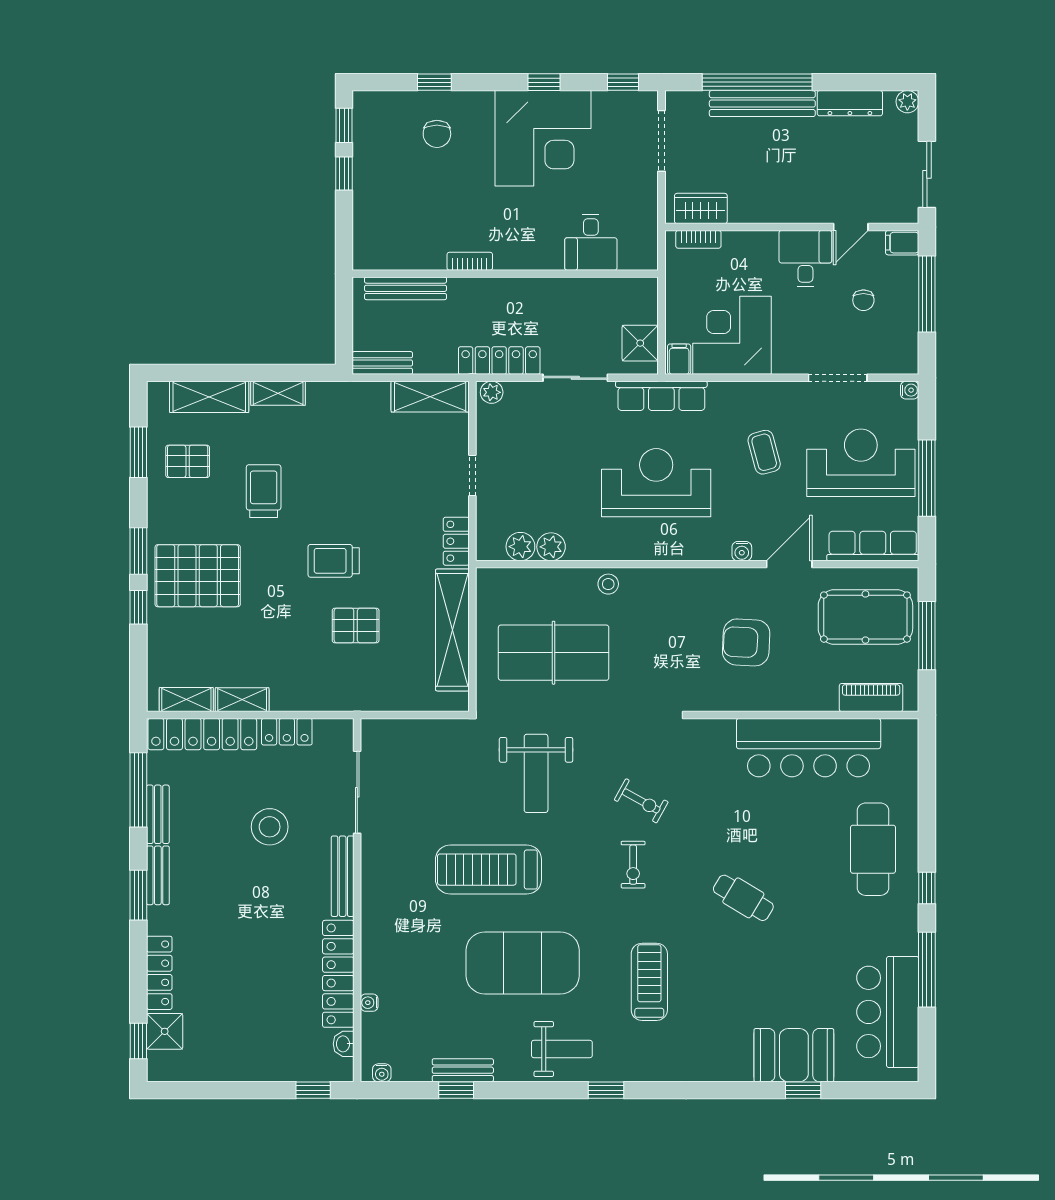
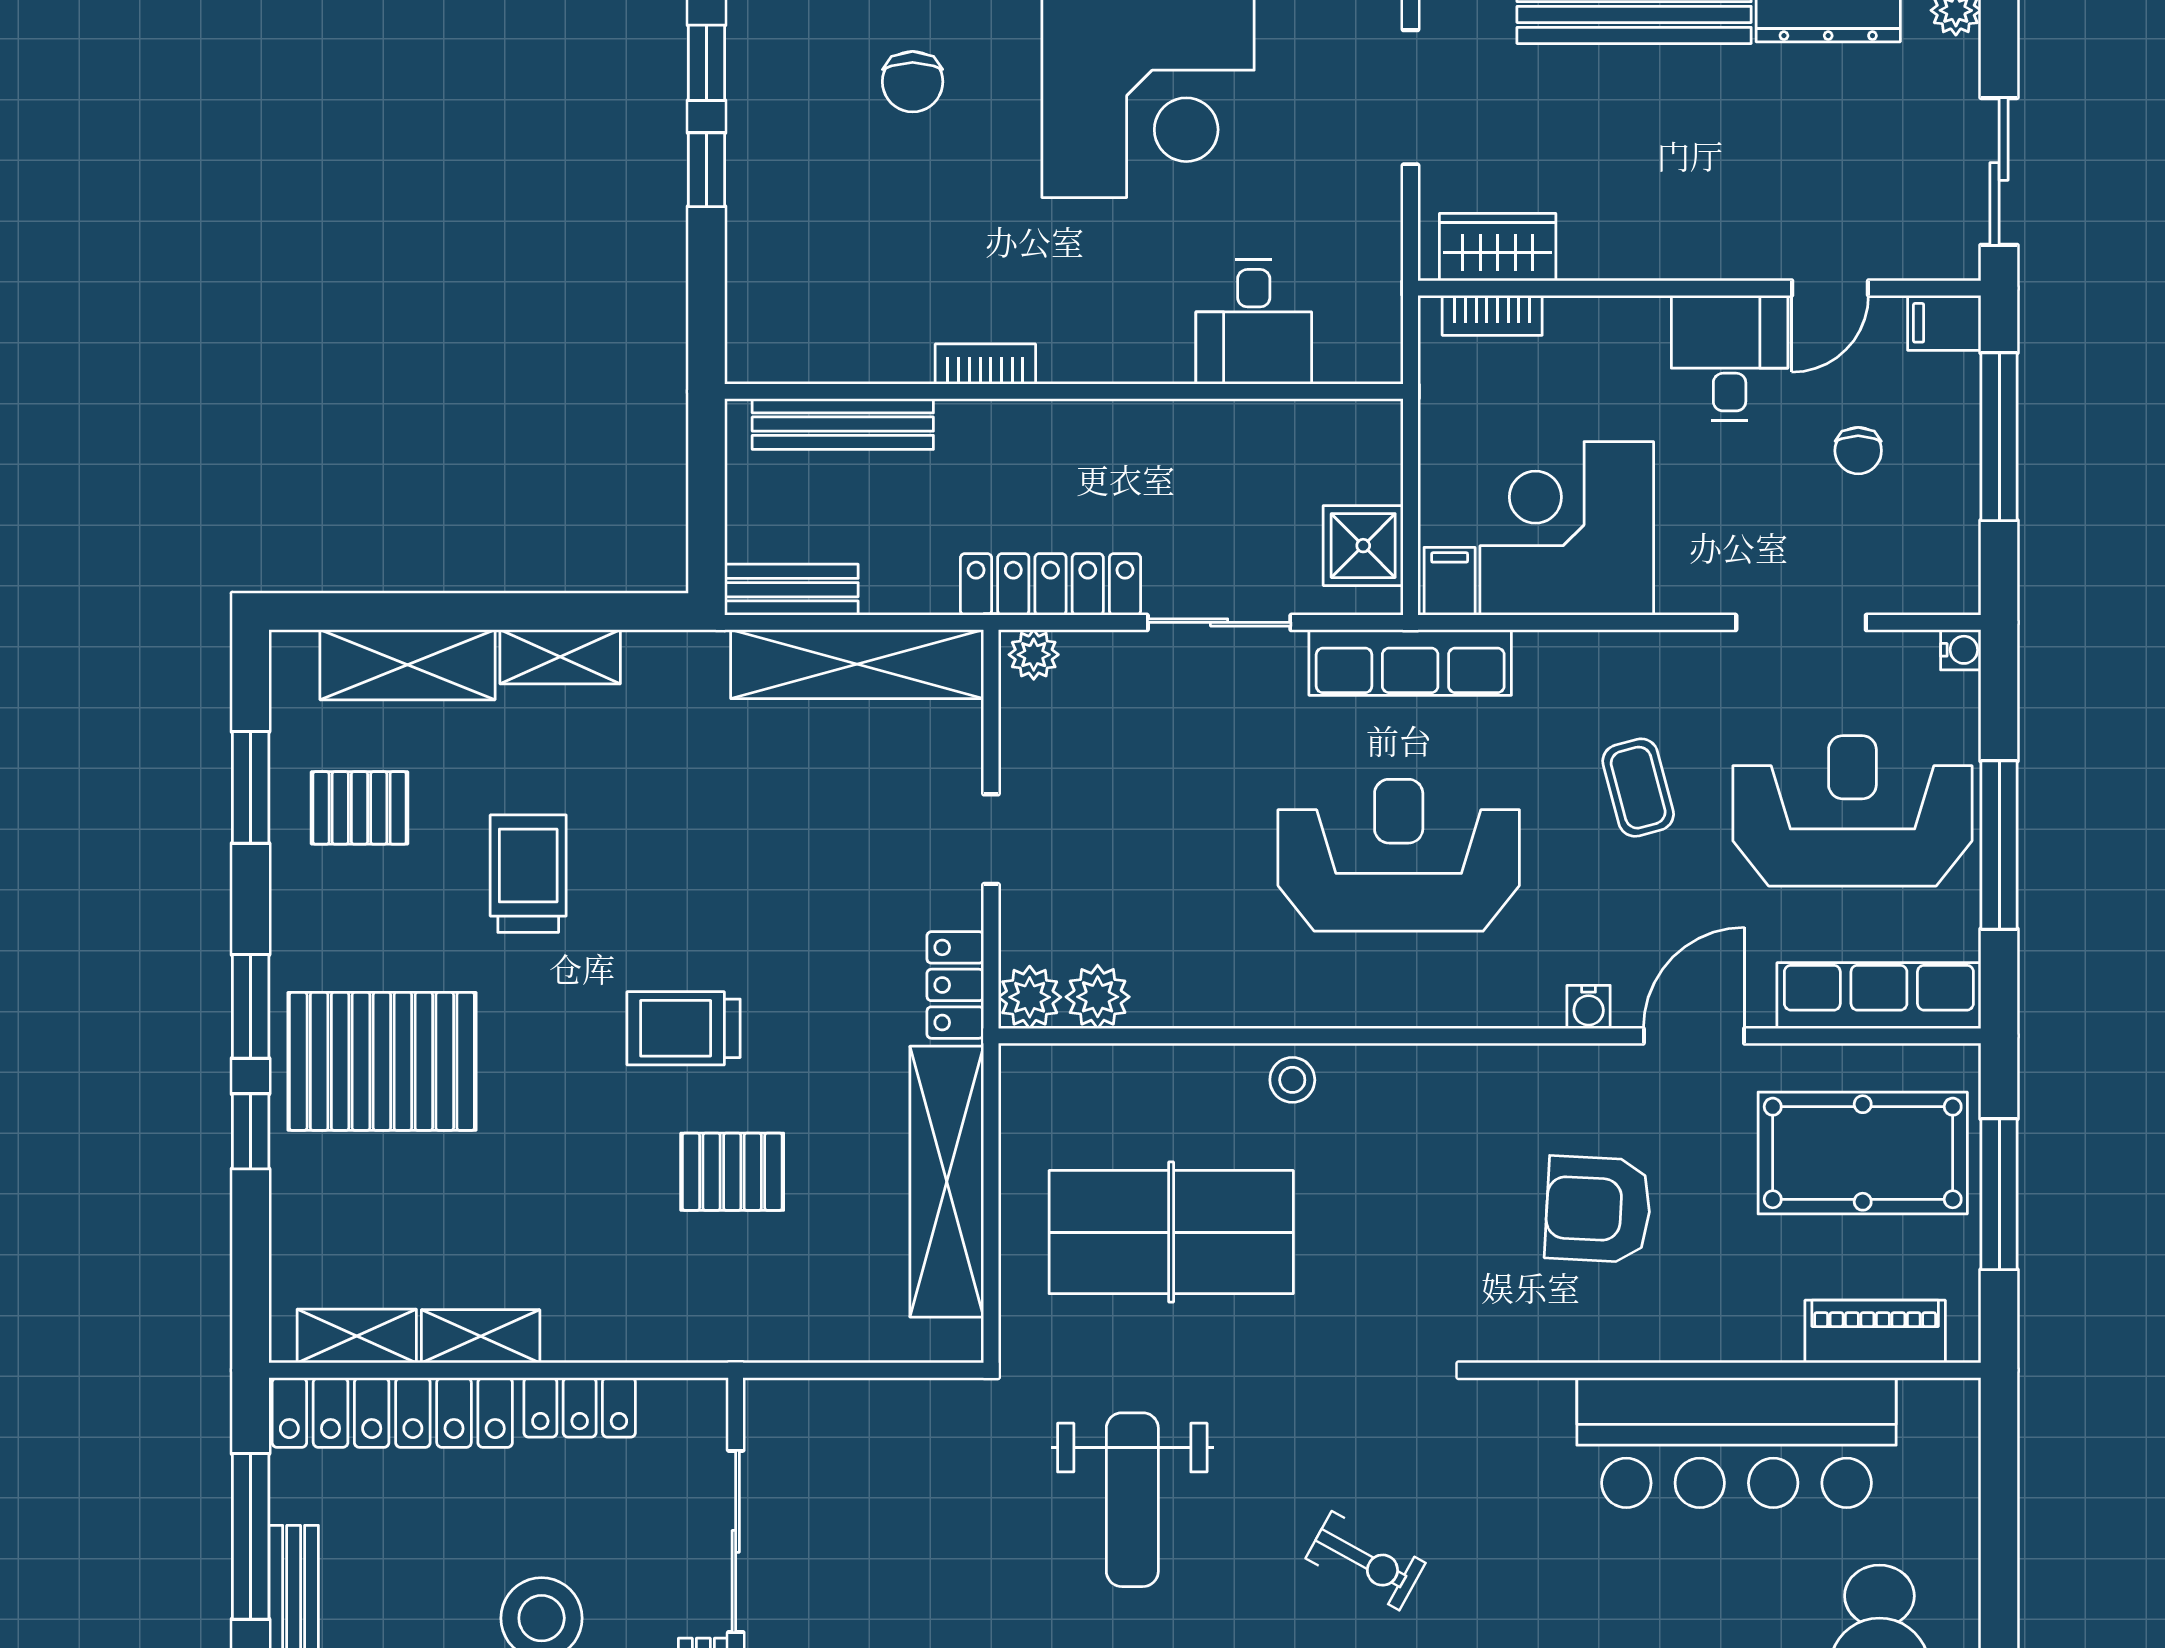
shelving: (430, 397) -> (857, 664), width x1.47
plant: (551, 547) -> (1030, 997), moved

